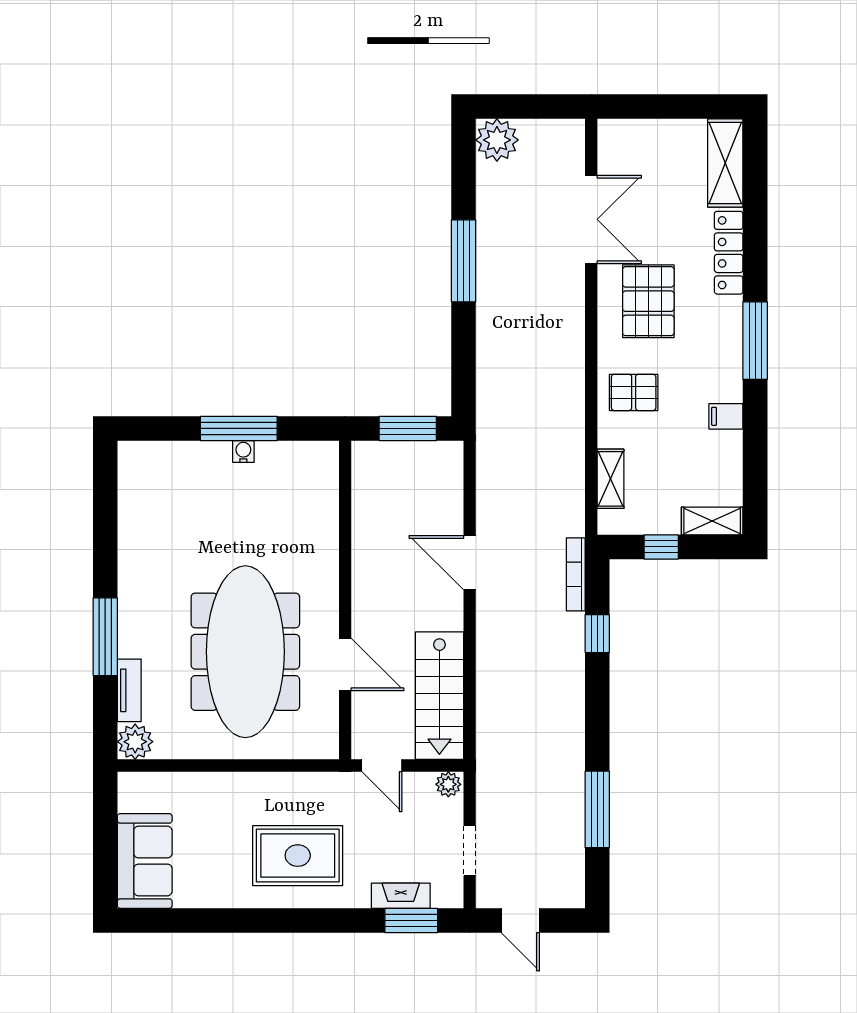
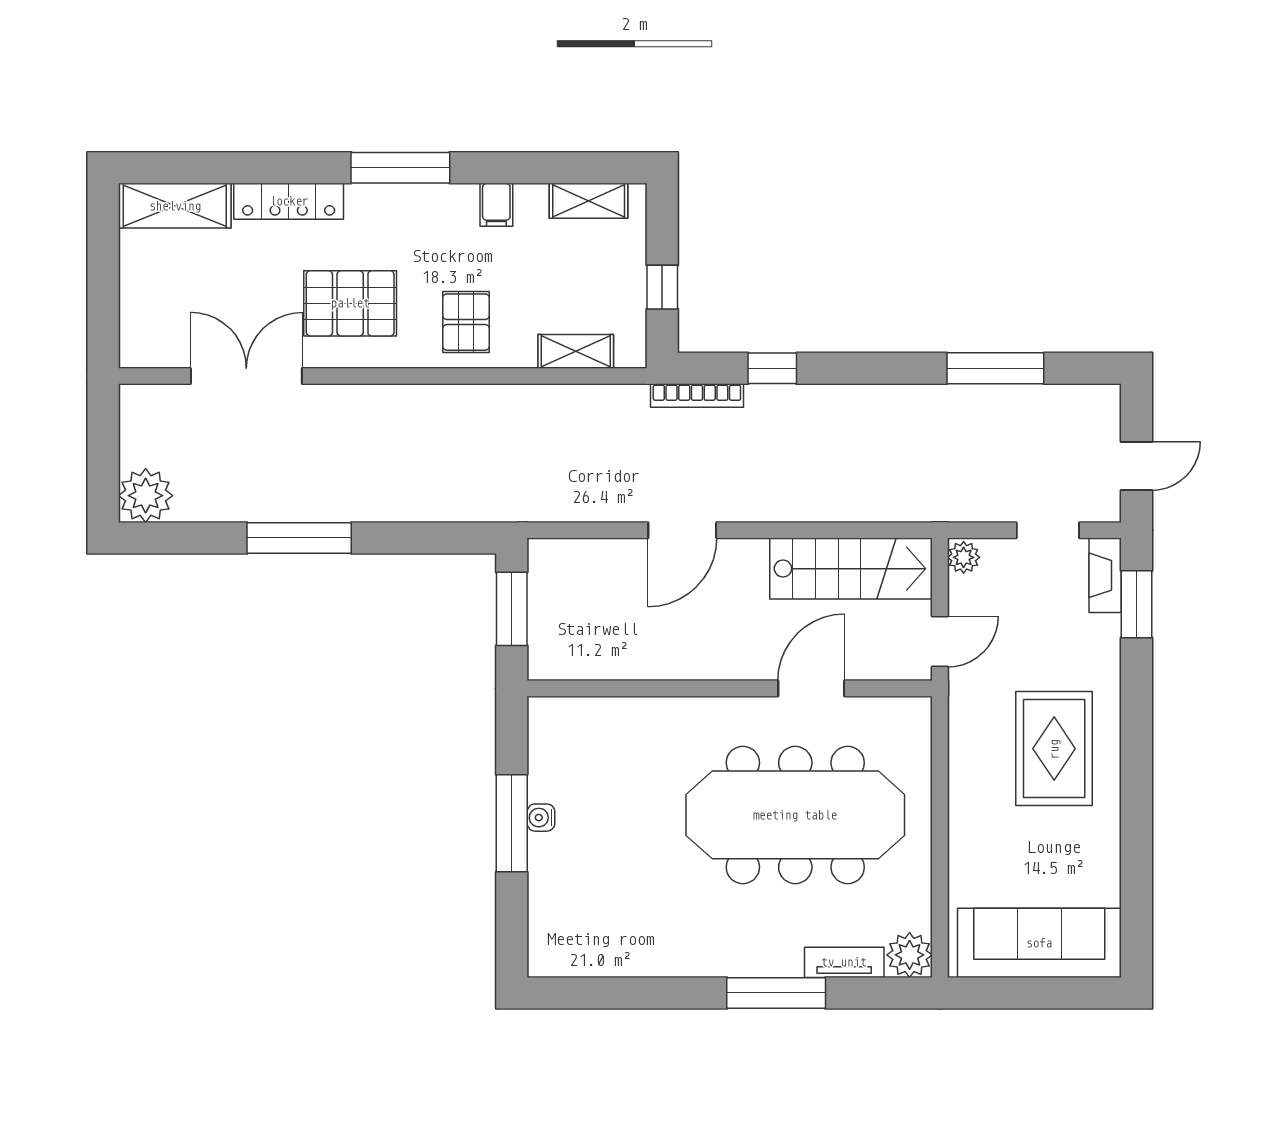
shelving: (712, 521) -> (589, 201), moved, turned 90
sofa: (145, 861) -> (1039, 943), width x1.36
fireplace: (401, 896) -> (1105, 575), moved

